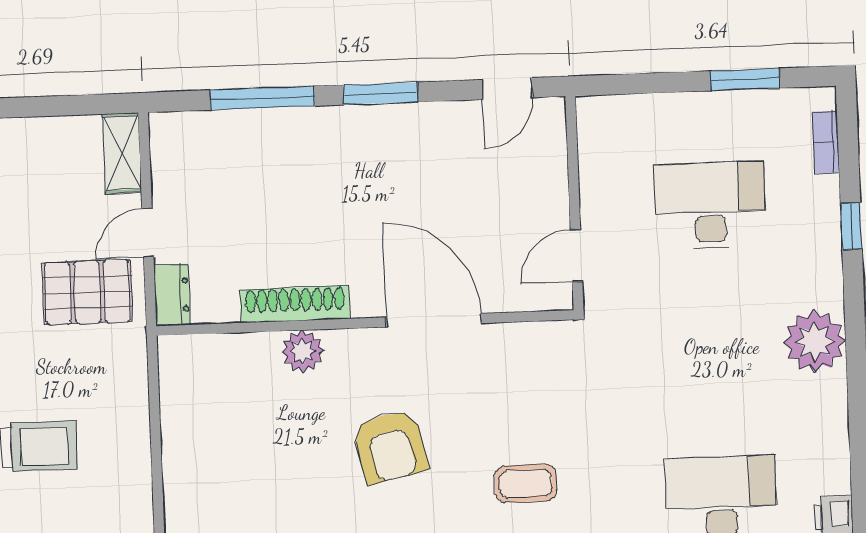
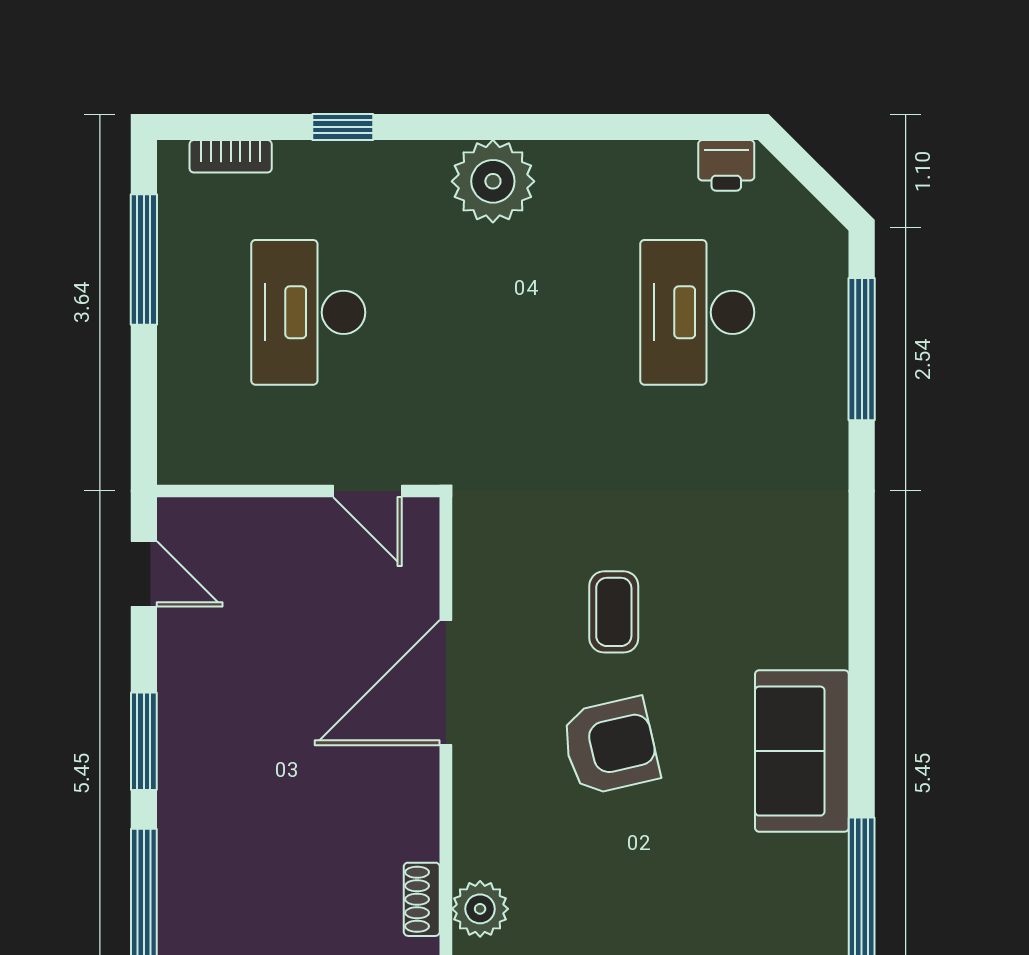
window: (745, 79) -> (144, 259), width x1.44
shoe rack: (295, 304) -> (422, 899), width x0.51, depth x0.81
plant: (303, 351) -> (480, 909), moved
coffee table: (526, 483) -> (614, 612), moved

